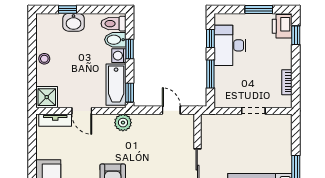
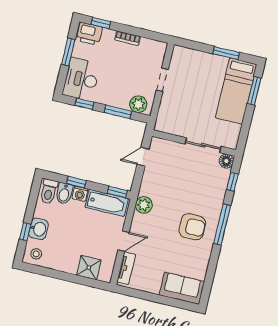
desk: (230, 45) -> (81, 79), moved, turned 90
stool: (44, 59) -> (36, 254), moved
bookcase: (287, 82) -> (128, 38), moved
plant: (223, 93) -> (138, 104), added
shower: (47, 97) -> (89, 268), moved

